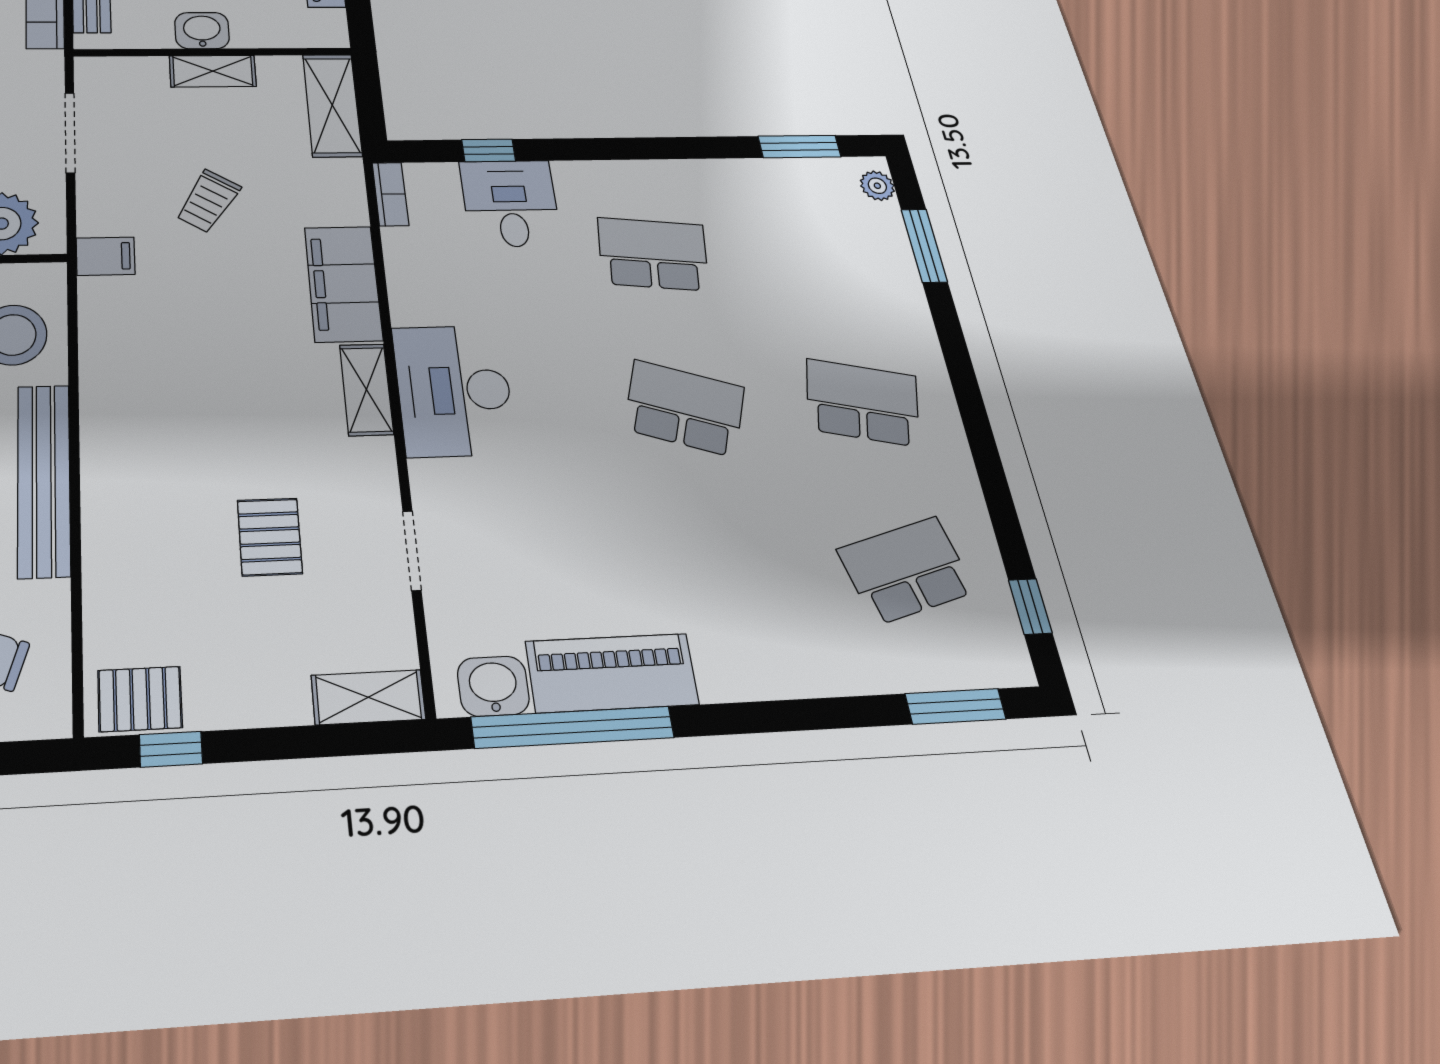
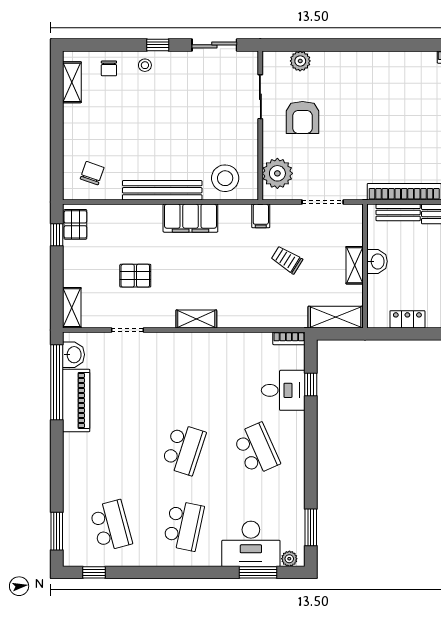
school desk: (653, 254) -> (257, 449), turned -30
filing cabinet: (343, 284) -> (190, 218), moved, turned 180
desk: (454, 390) -> (251, 544), moved, turned 180

